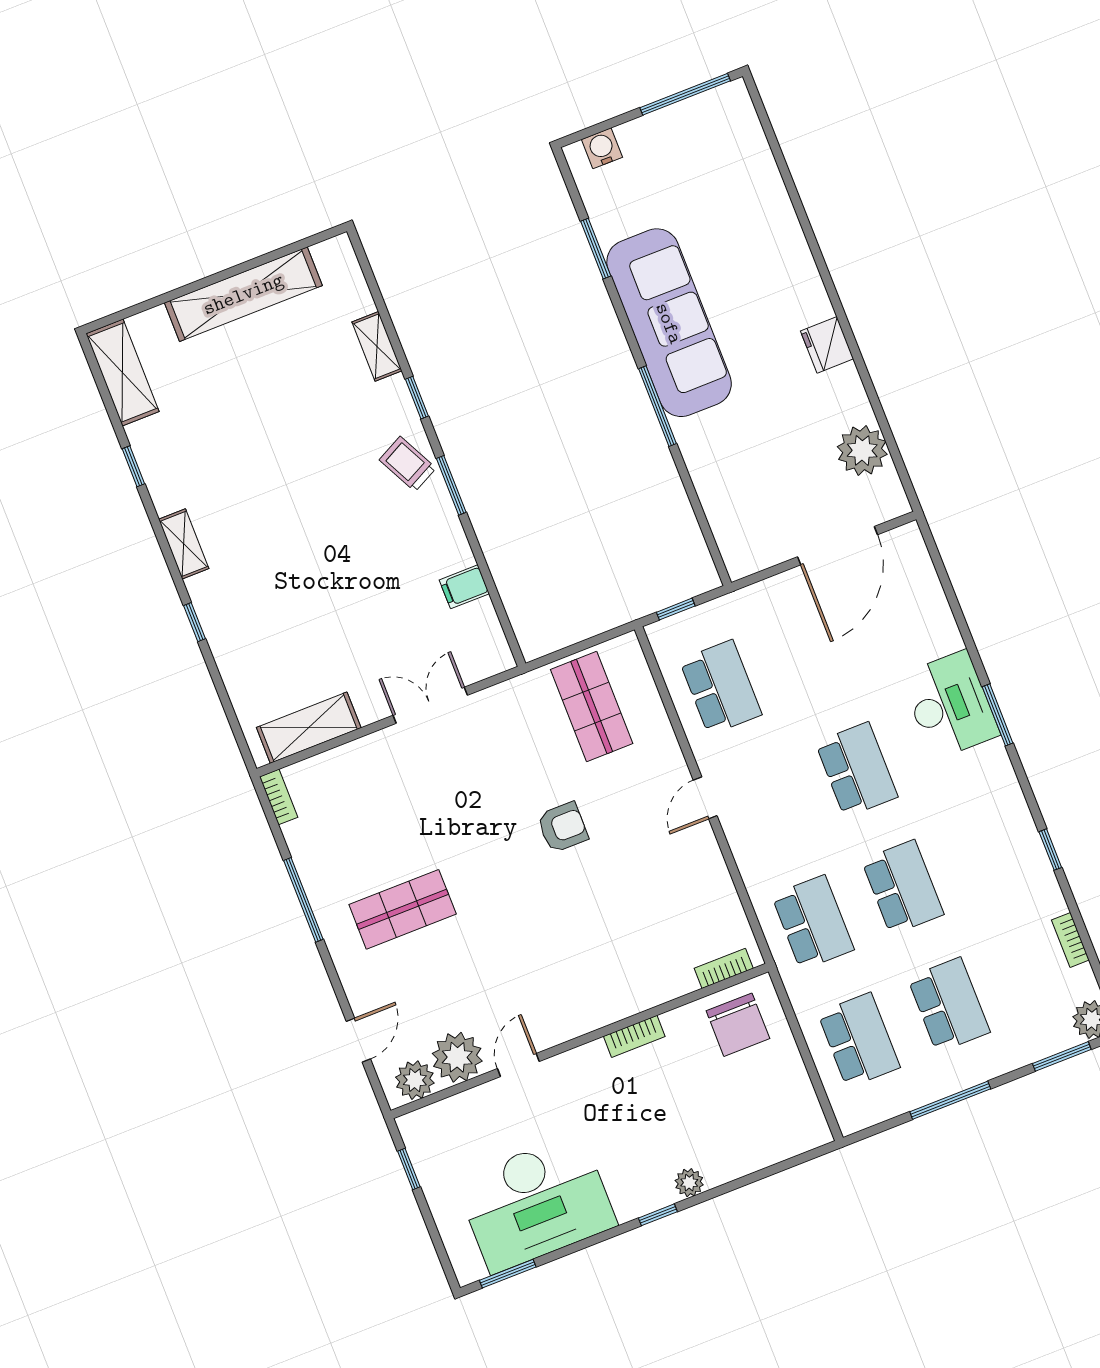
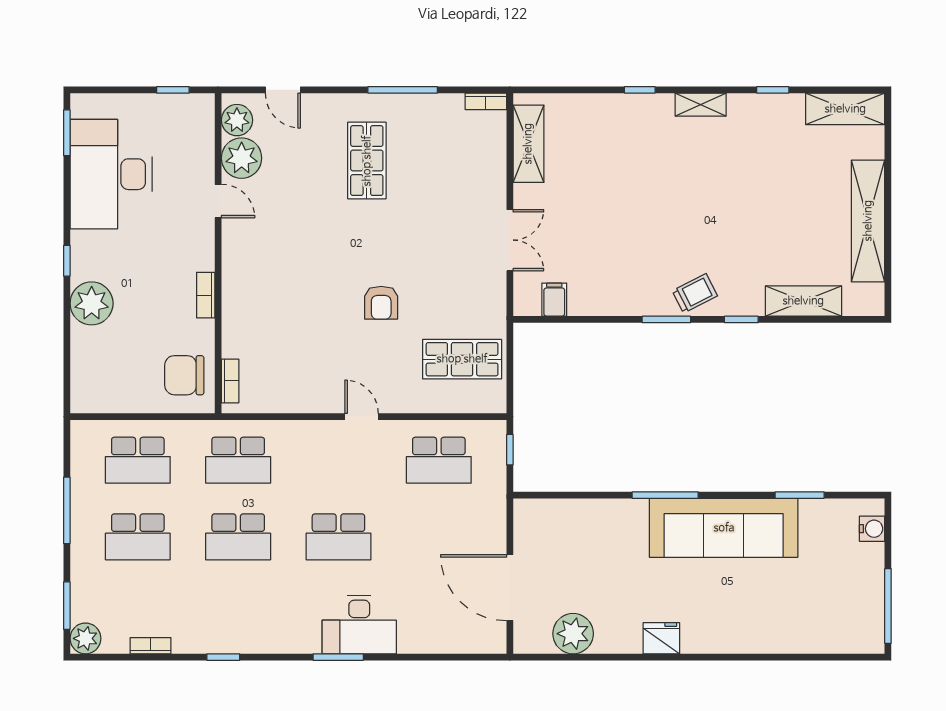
shelving: (377, 346) -> (803, 301), width x1.50, depth x1.33
filing cabinet: (464, 587) -> (554, 300), moved
plant: (689, 1183) -> (92, 303), width x1.88, depth x1.88

